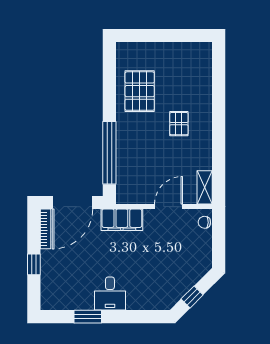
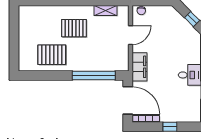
pallet: (179, 124) -> (74, 28), width x1.50, depth x1.42
shelving: (205, 187) -> (106, 10), moved
door: (169, 207) -> (131, 35), swing flipped

